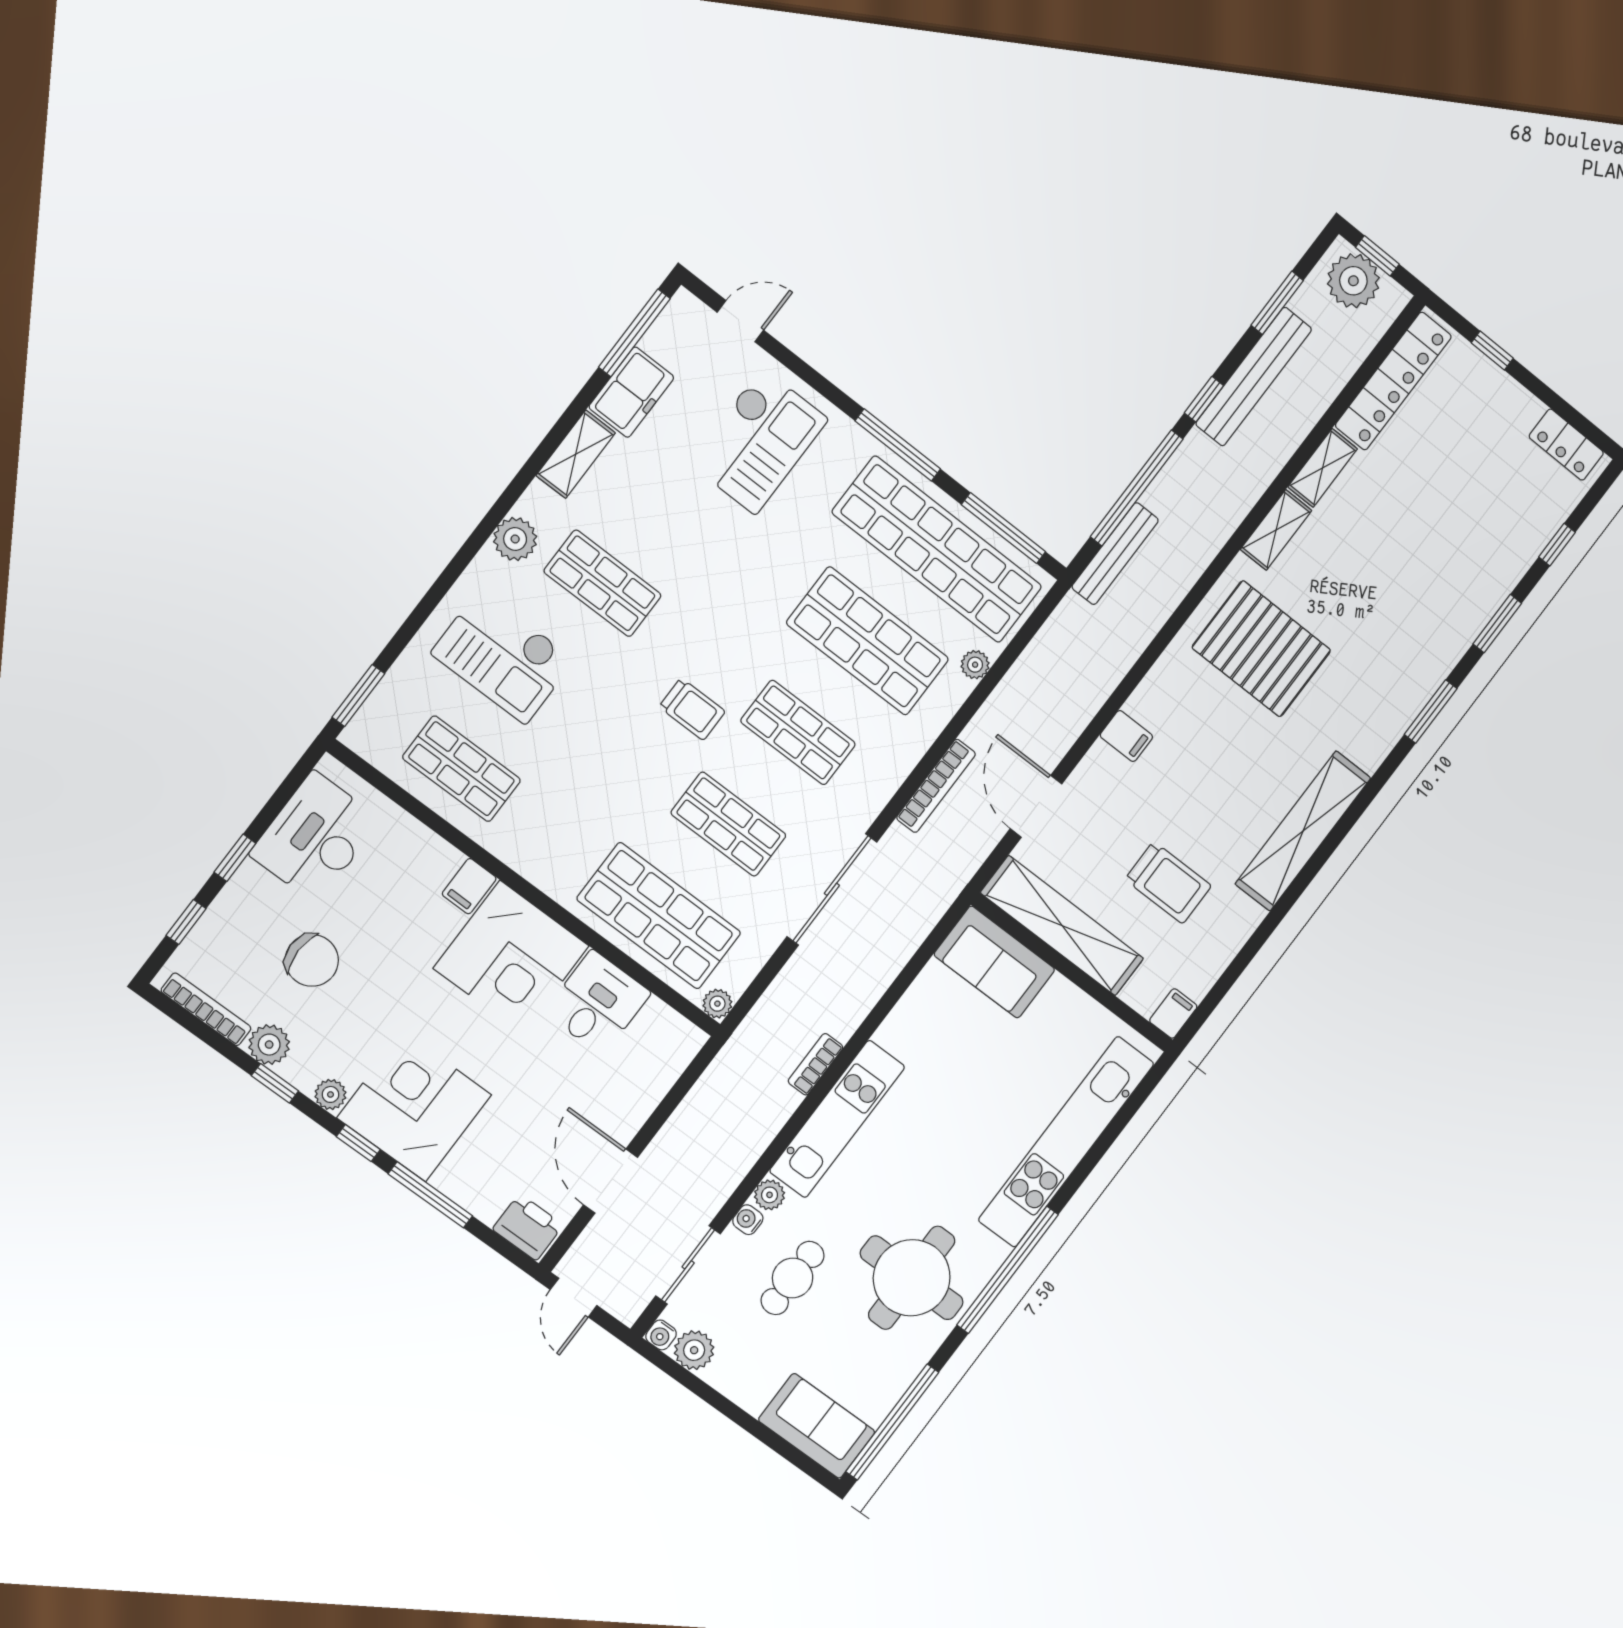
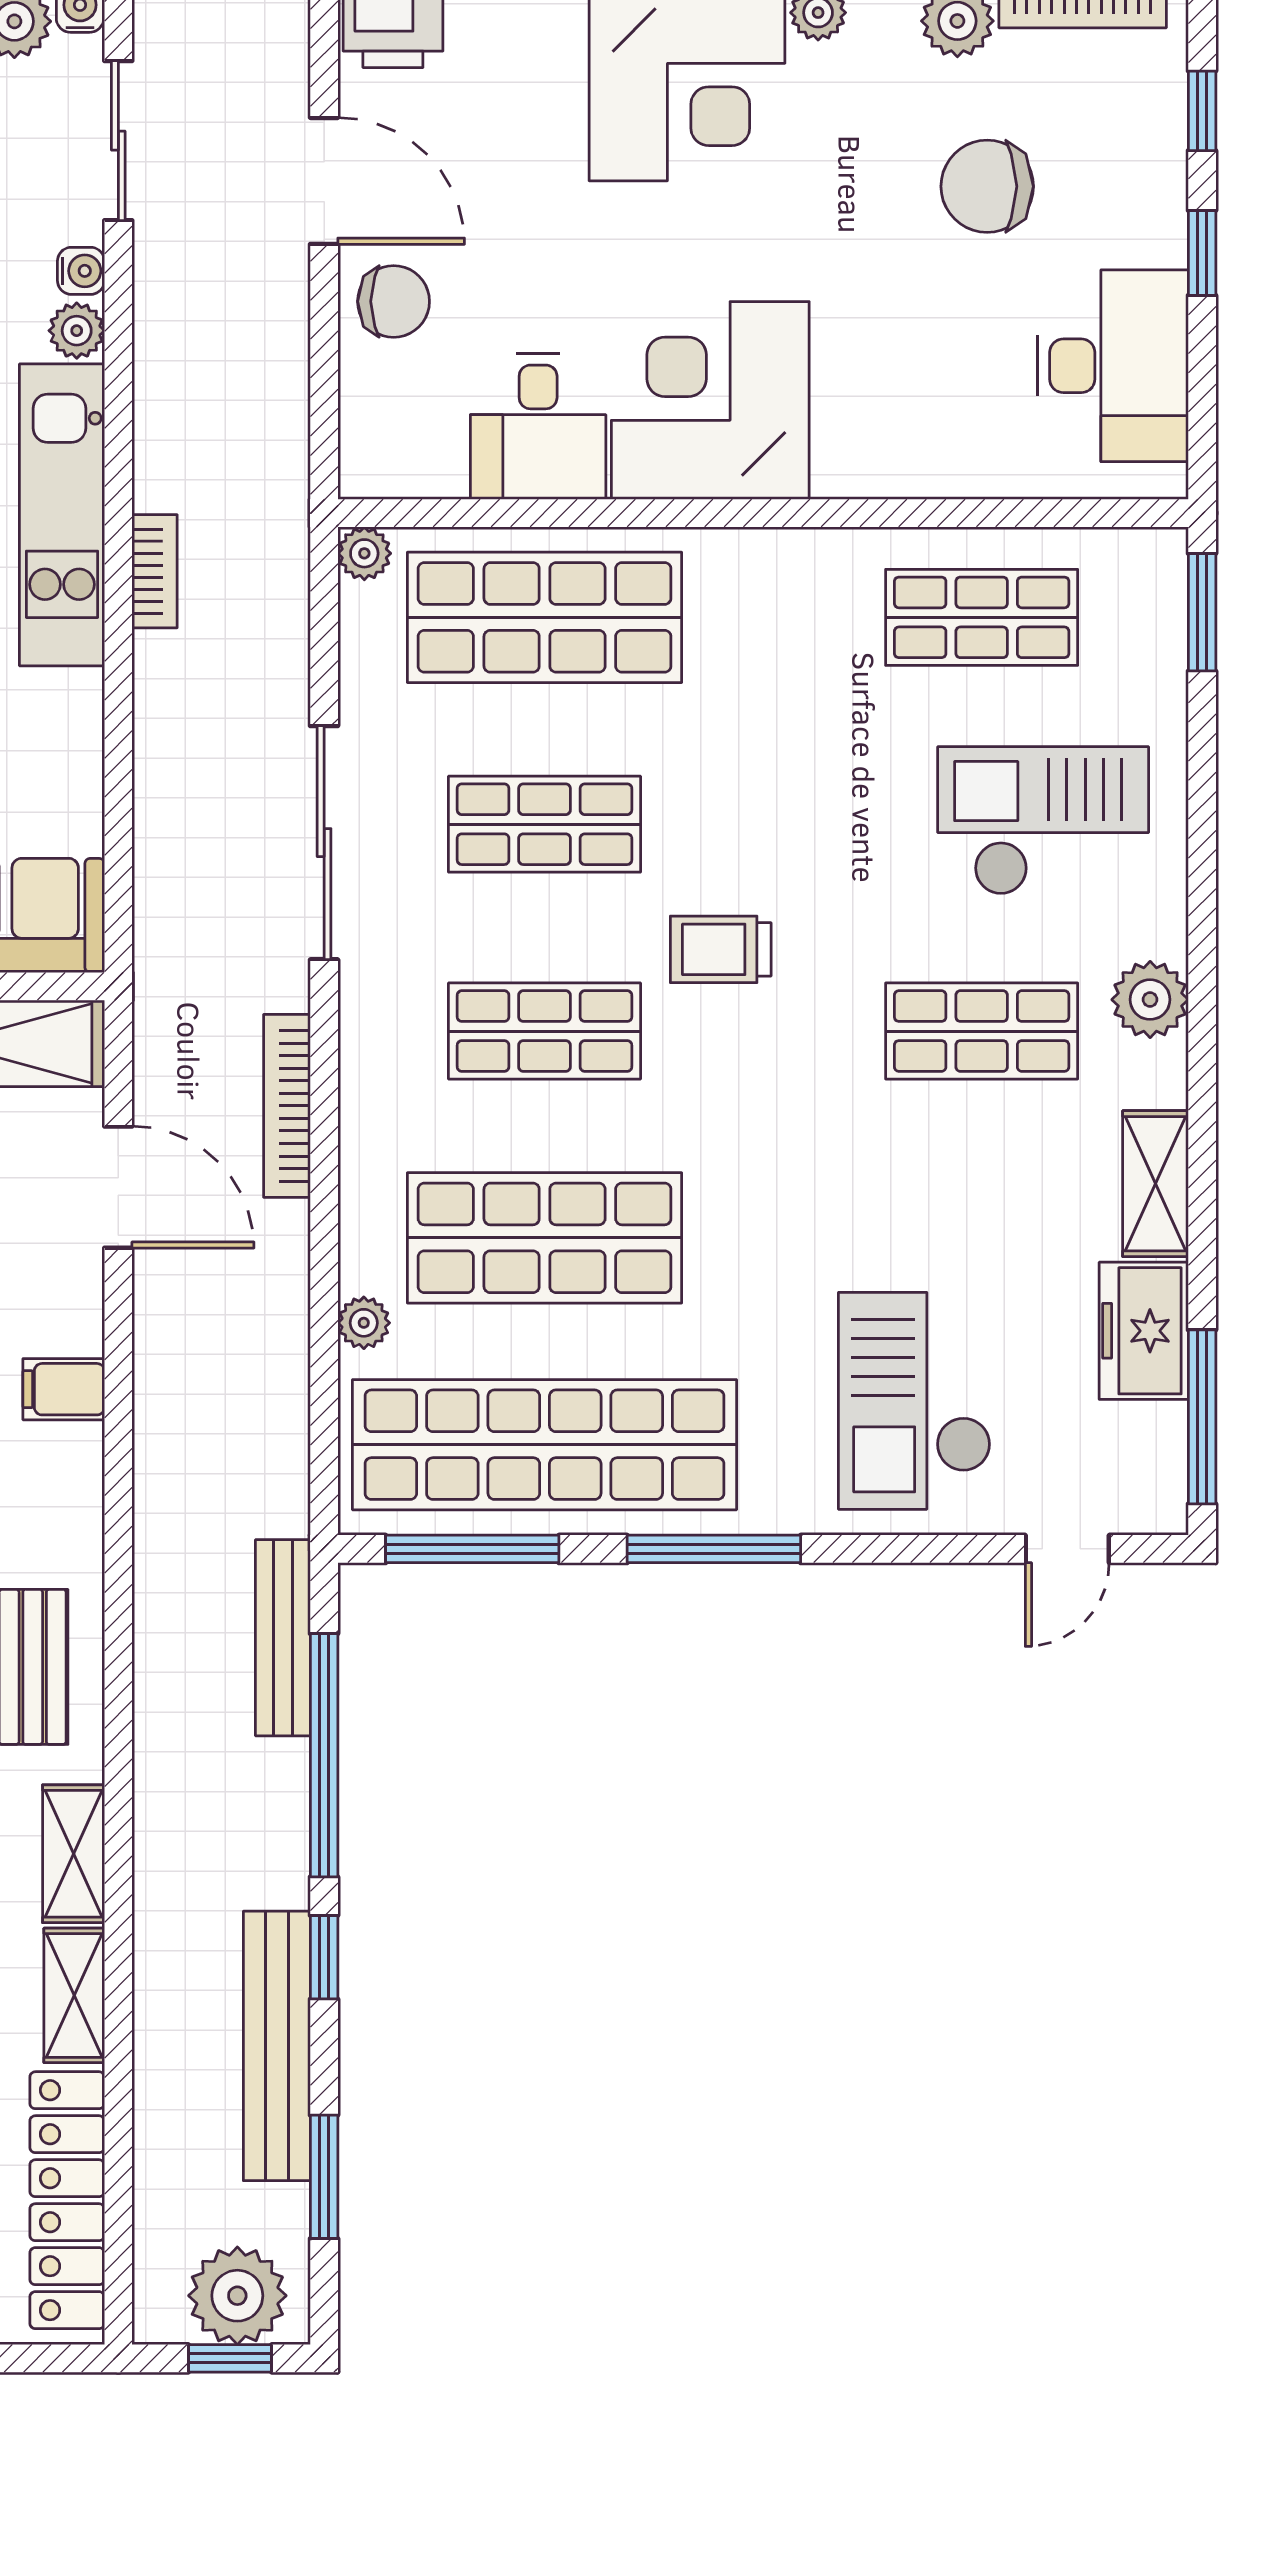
filing cabinet: (469, 886) -> (846, 458), removed
chair: (620, 1105) -> (394, 301), added

